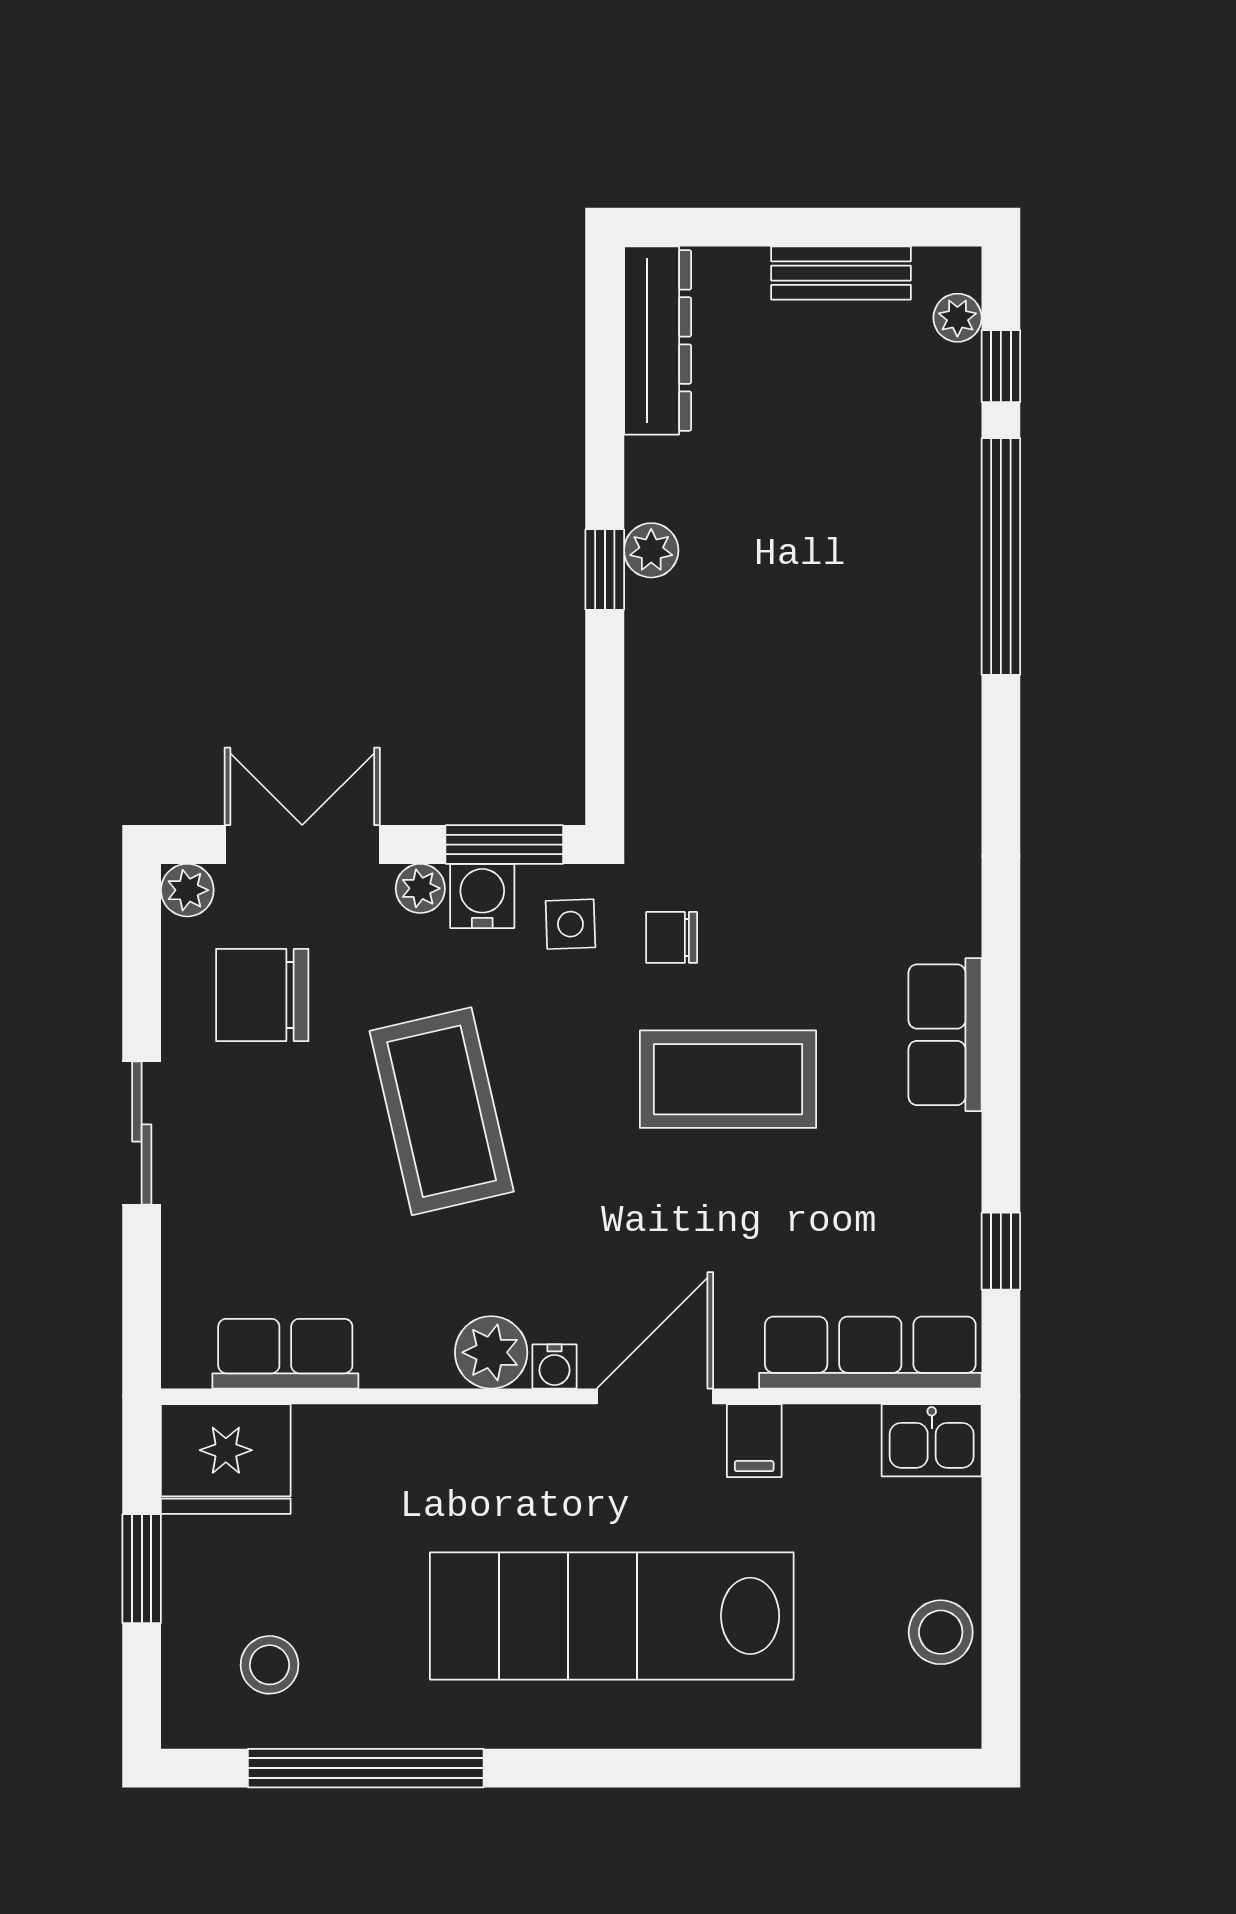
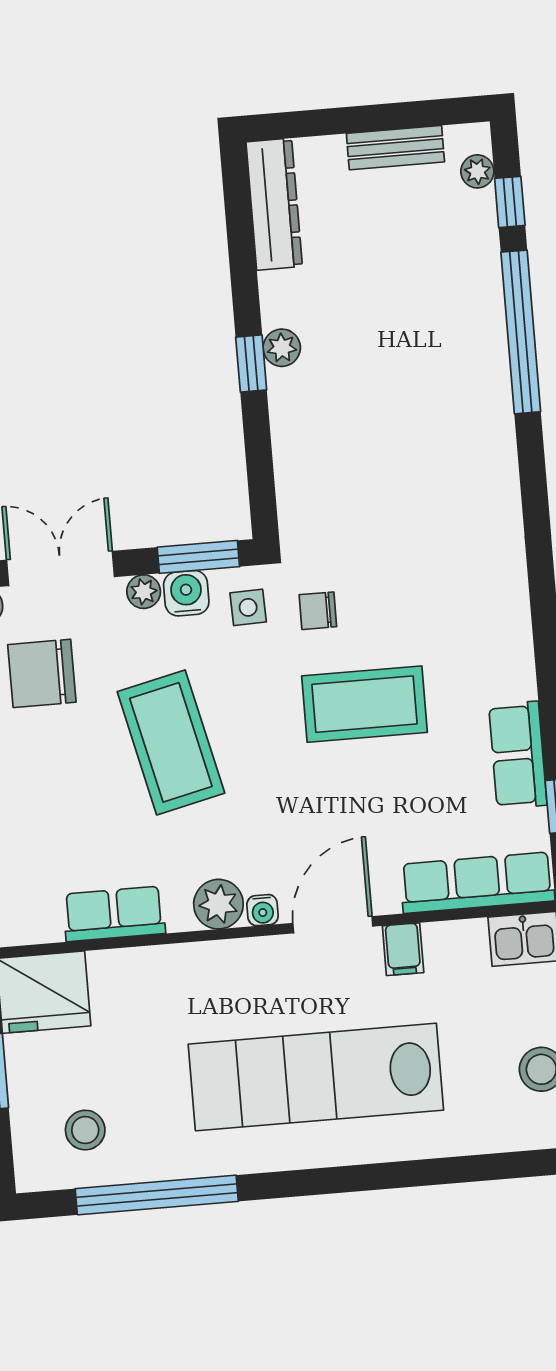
row of seats: (945, 1035) -> (518, 755), moved
row of seats: (285, 1354) -> (114, 914), moved

